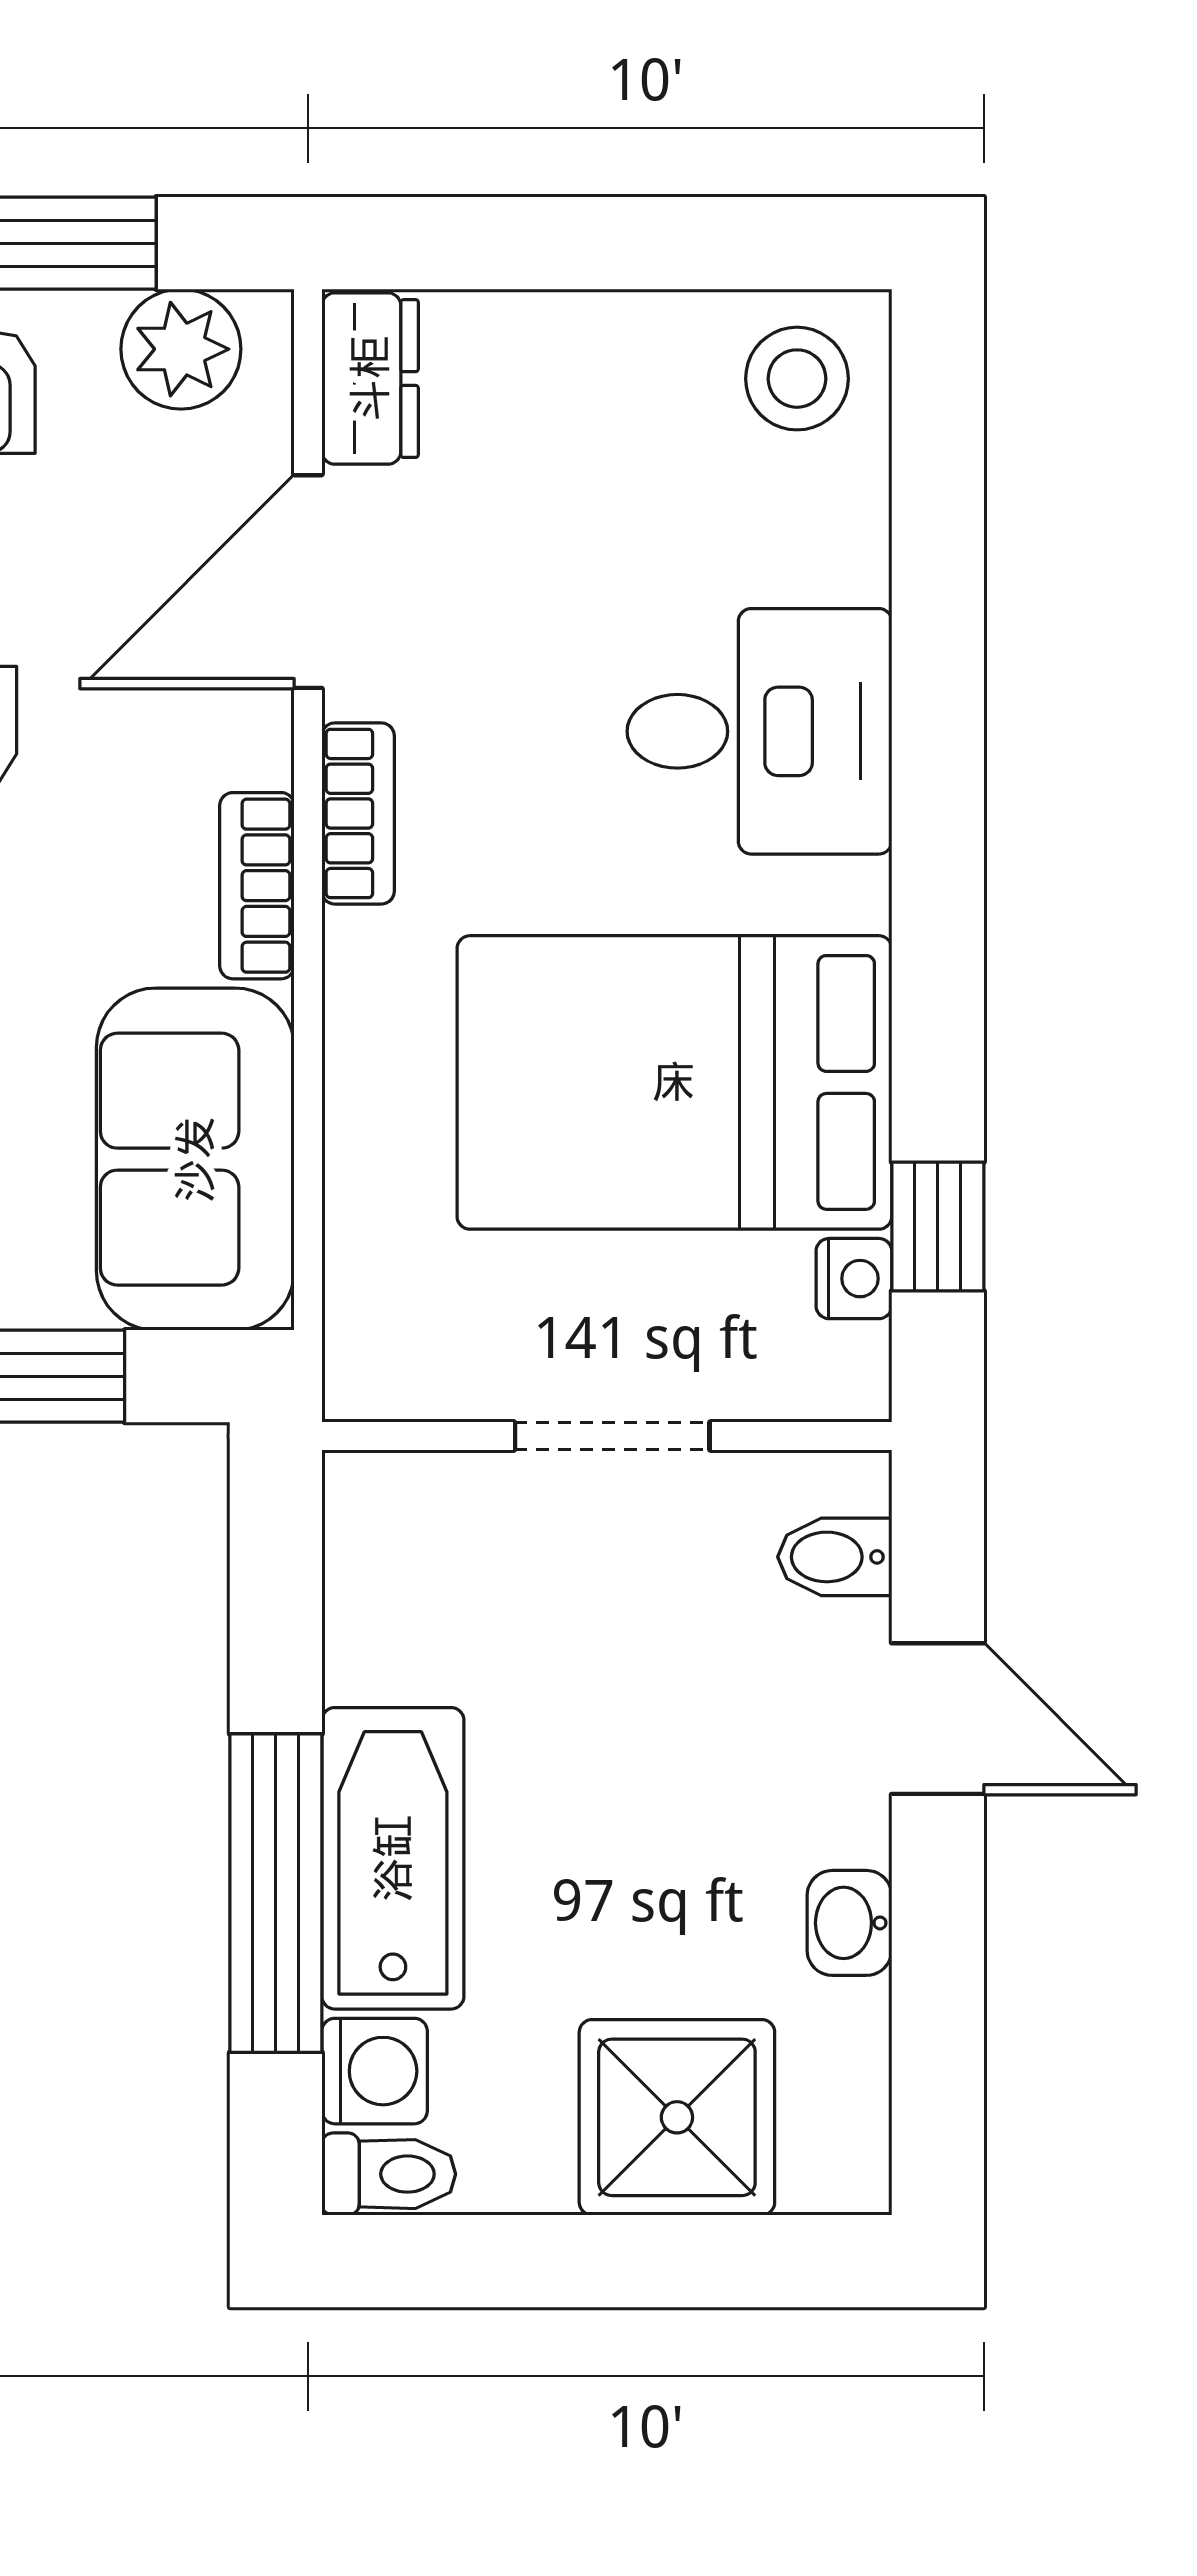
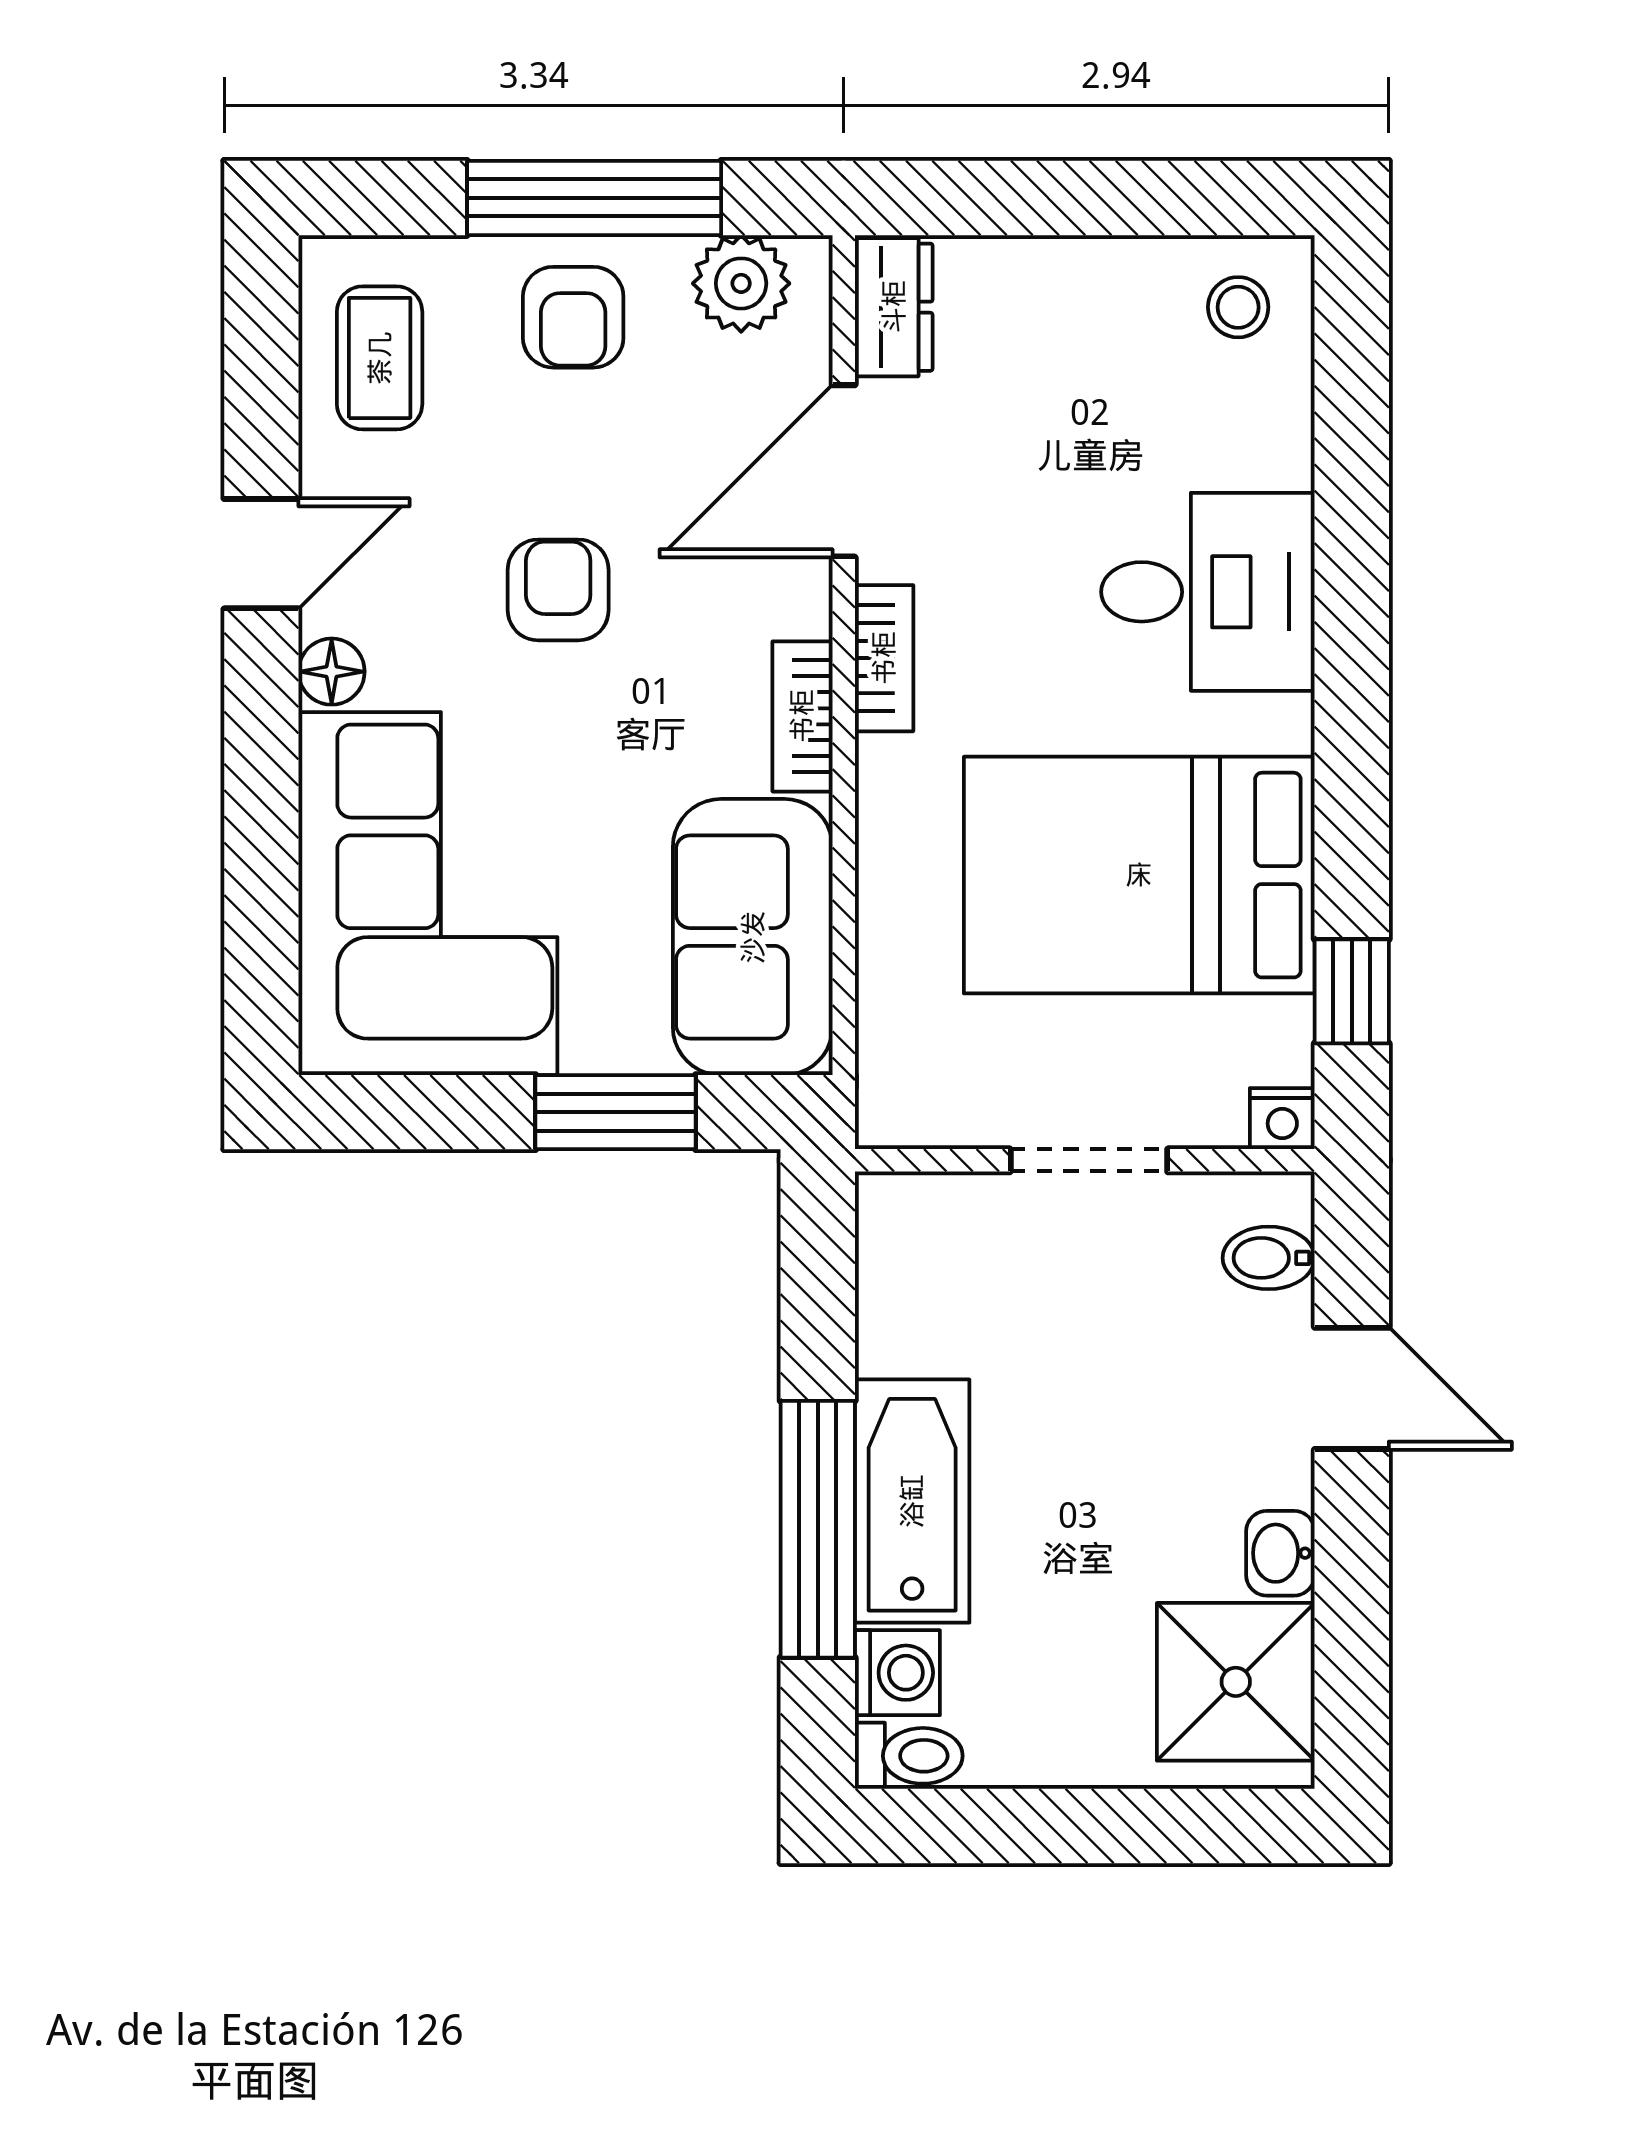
stool: (797, 379) -> (1238, 307), width x0.73, depth x0.73
nightstand: (854, 1279) -> (1282, 1119), moved, turned 90
shower: (677, 2117) -> (1236, 1682), moved

